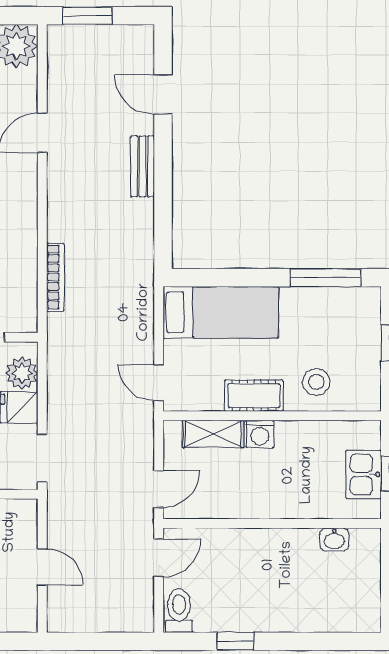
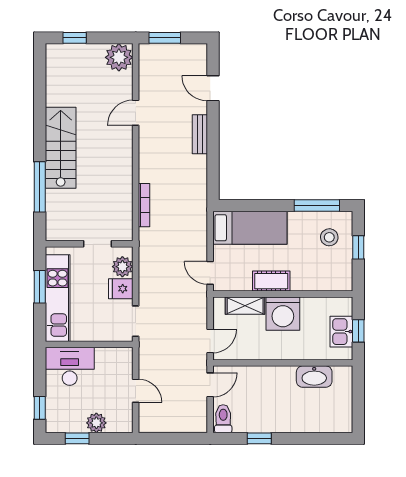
stool: (316, 382) -> (329, 237), moved
washing machine: (260, 434) -> (283, 314), width x1.89, depth x1.89
washbasin: (334, 540) -> (314, 377), width x1.91, depth x1.45

